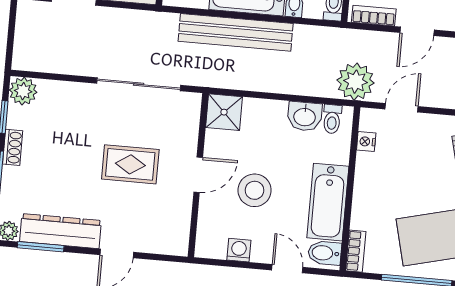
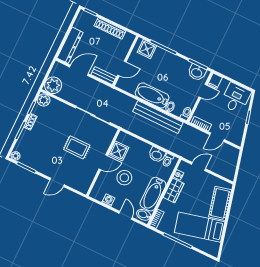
bench: (236, 32) -> (158, 117), moved
plant: (355, 82) -> (53, 85), moved
shower: (224, 112) -> (119, 151), moved
wardrobe: (368, 178) -> (174, 190), added
dresser: (60, 231) -> (37, 164), removed

